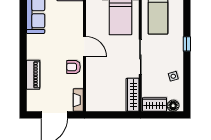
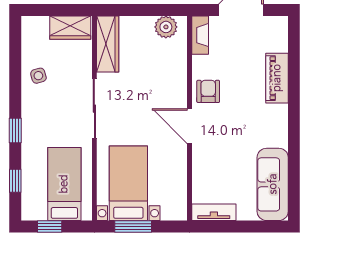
window: (187, 14) -> (15, 181), added
armchair: (73, 67) -> (208, 91), turned -90
plant: (98, 105) -> (166, 27), added
floor lamp: (173, 106) -> (39, 25), removed

